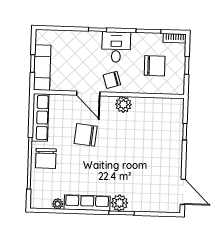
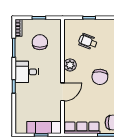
chair: (112, 80) -> (52, 74), removed
wheelchair: (153, 129) -> (88, 42), added
chair: (86, 135) -> (100, 77), moved

